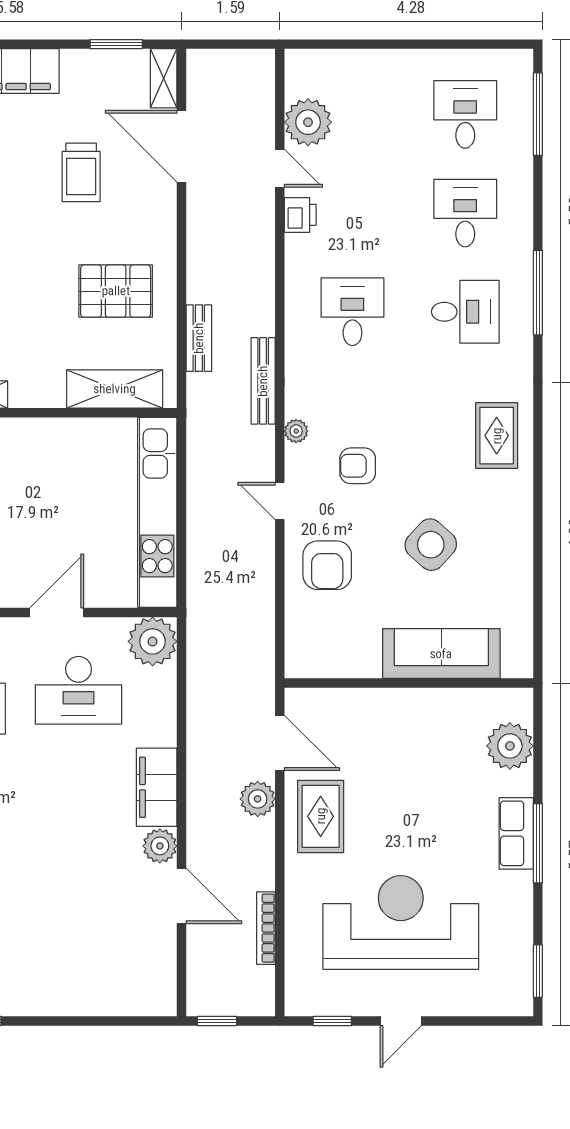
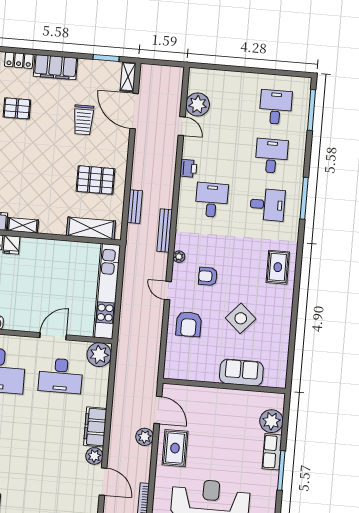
printer: (300, 215) -> (188, 168), moved
sofa: (441, 654) -> (241, 373), width x0.73
row of seats: (516, 833) -> (272, 452), moved

